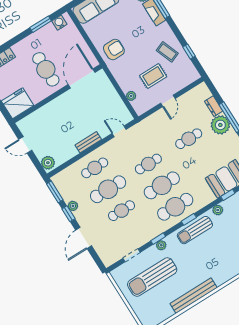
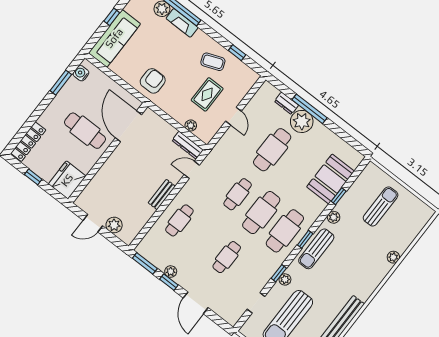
dresser: (123, 111) -> (188, 145), added
cafe table: (189, 139) -> (272, 150), width x1.37, depth x1.35
plant: (48, 163) -> (114, 225), moved
cafe table: (108, 189) -> (203, 239), removed

